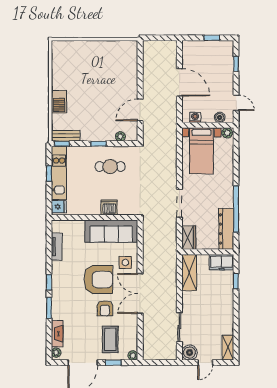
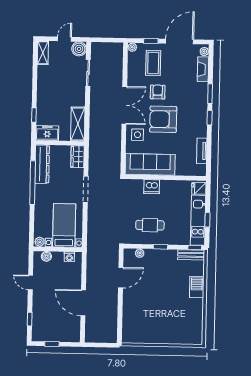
washing machine: (195, 117) -> (69, 257), moved
boiler: (220, 117) -> (46, 256), moved
wall: (208, 125) -> (58, 249), moved
plant: (227, 133) -> (40, 242), moved
bed with nightstands: (201, 151) -> (64, 225), moved

